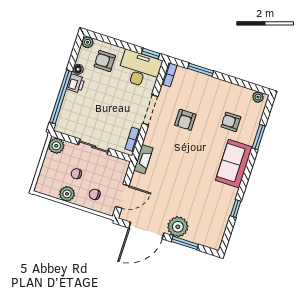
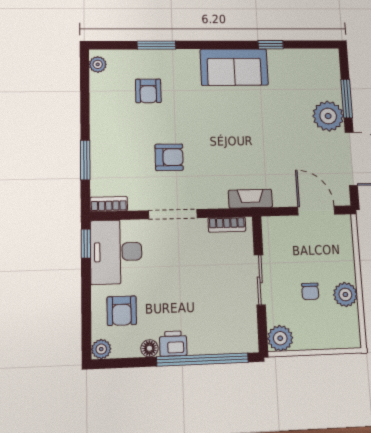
sofa: (234, 164) -> (234, 67), moved
chair: (95, 194) -> (330, 253), removed

